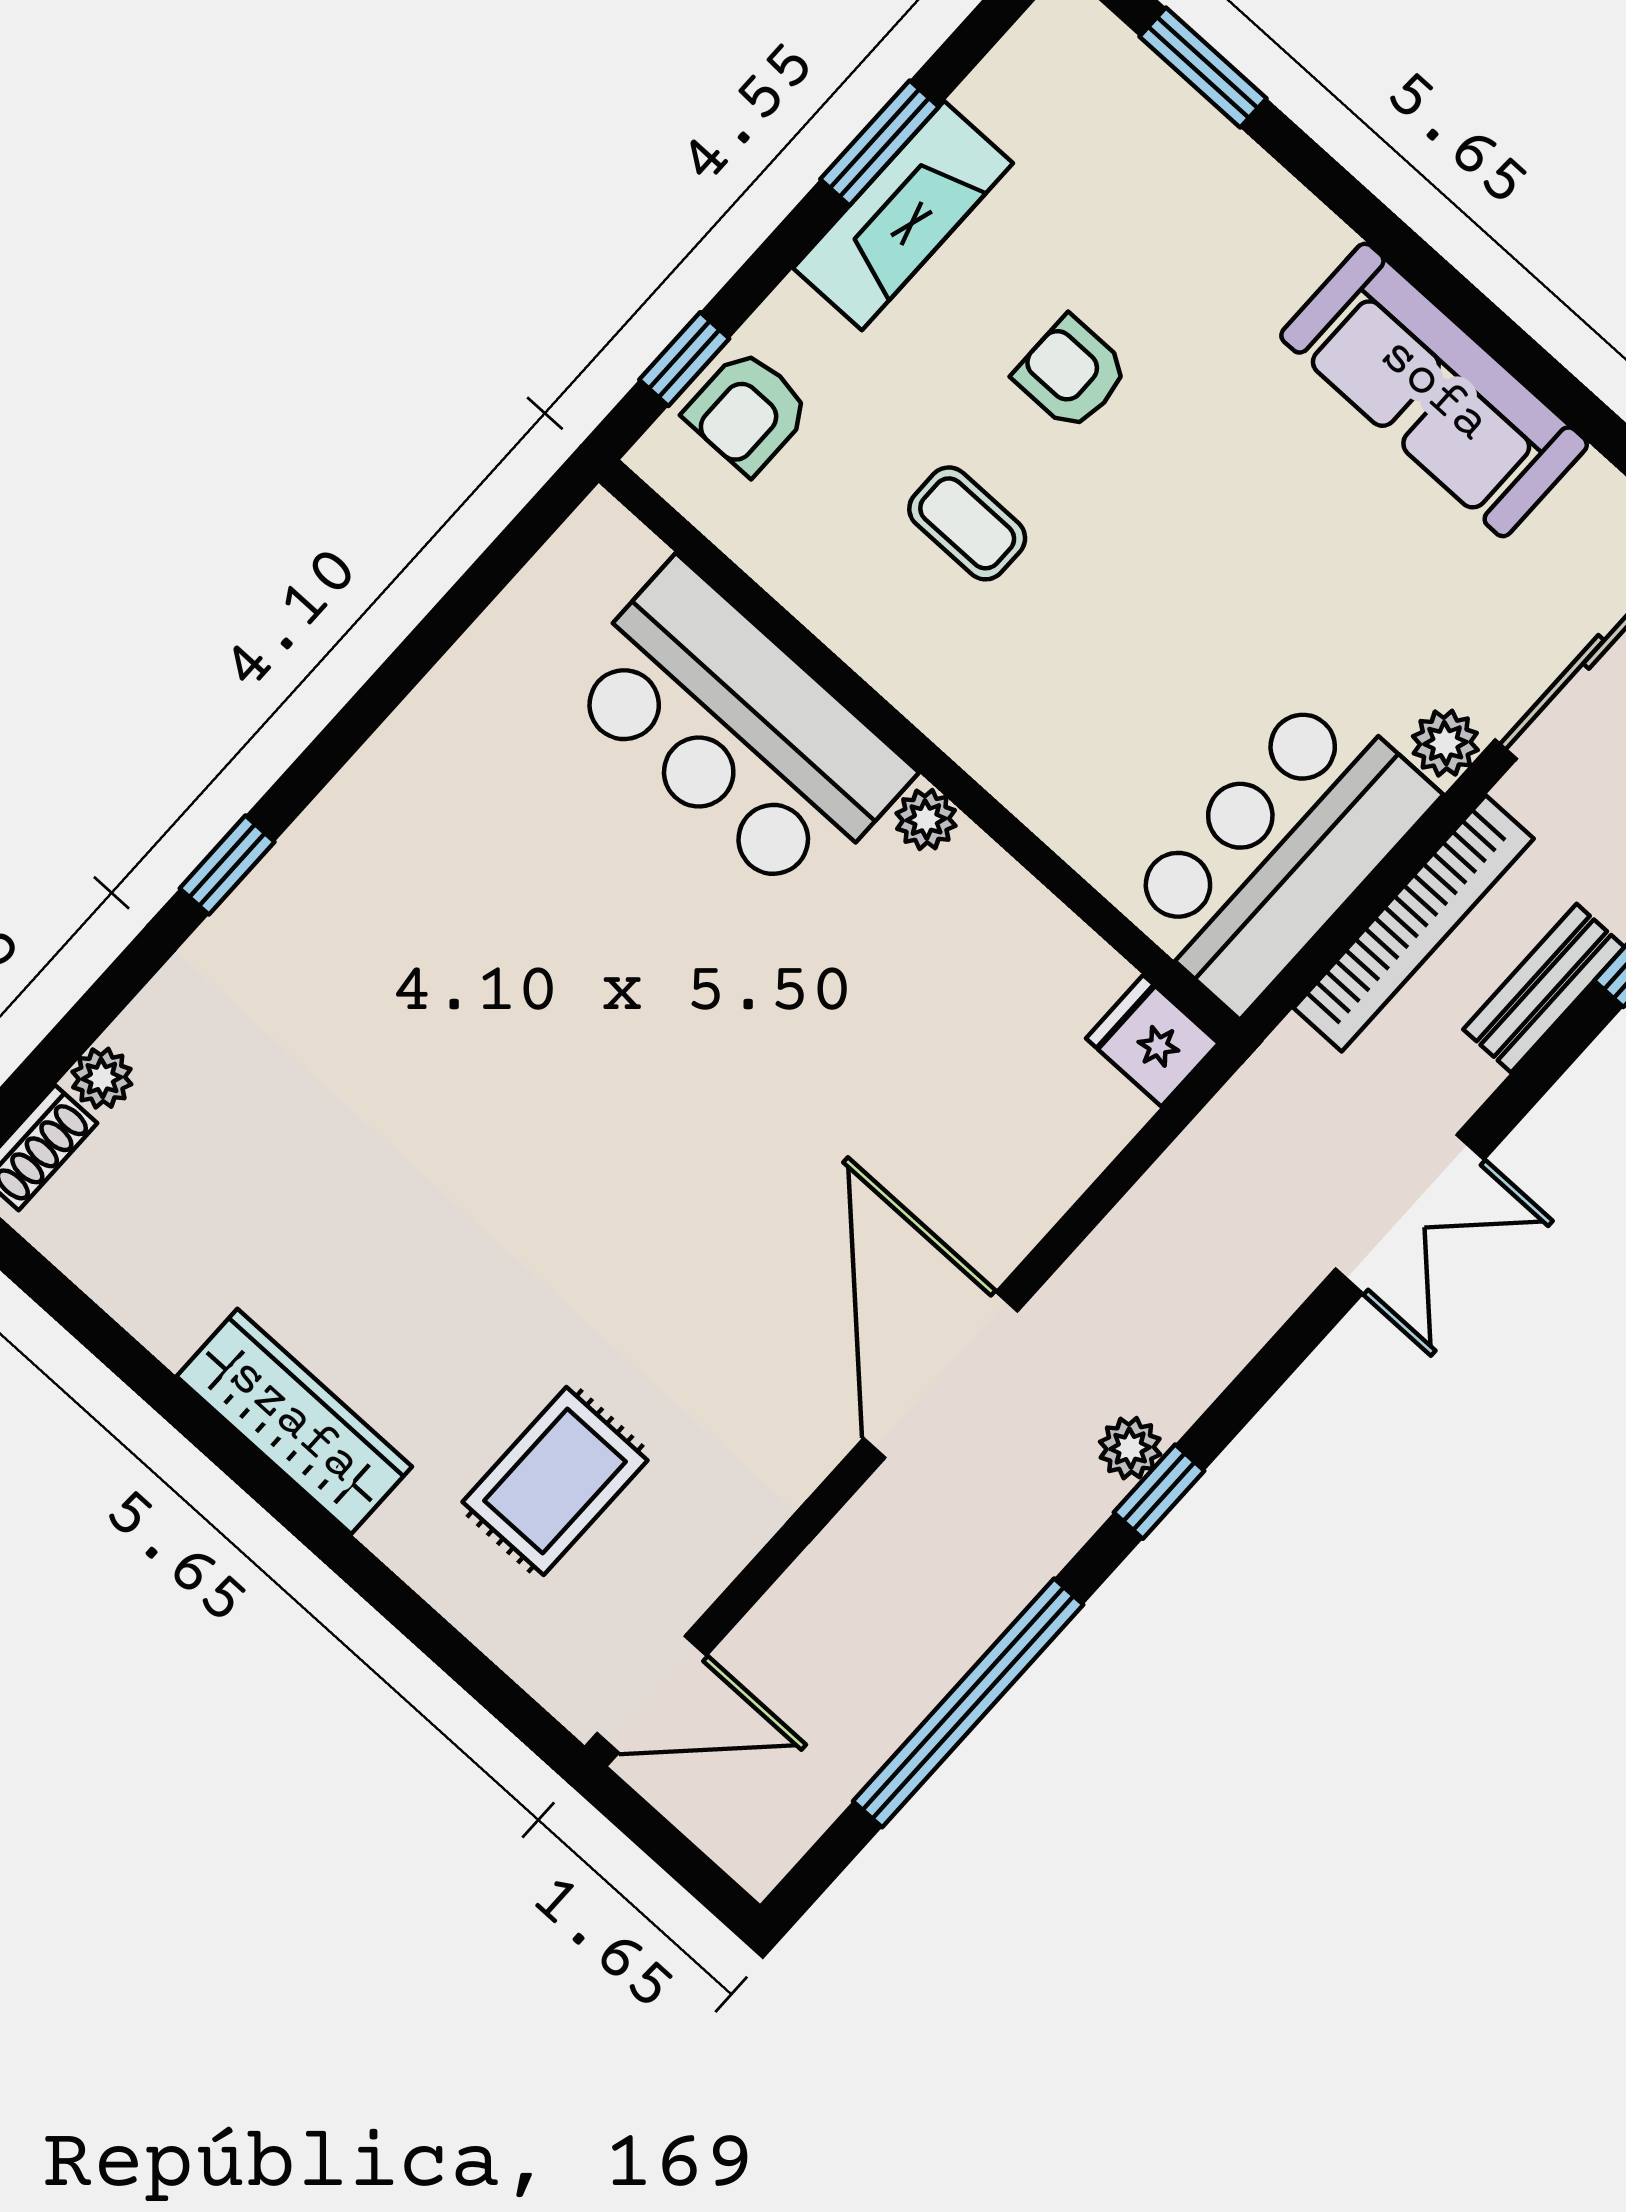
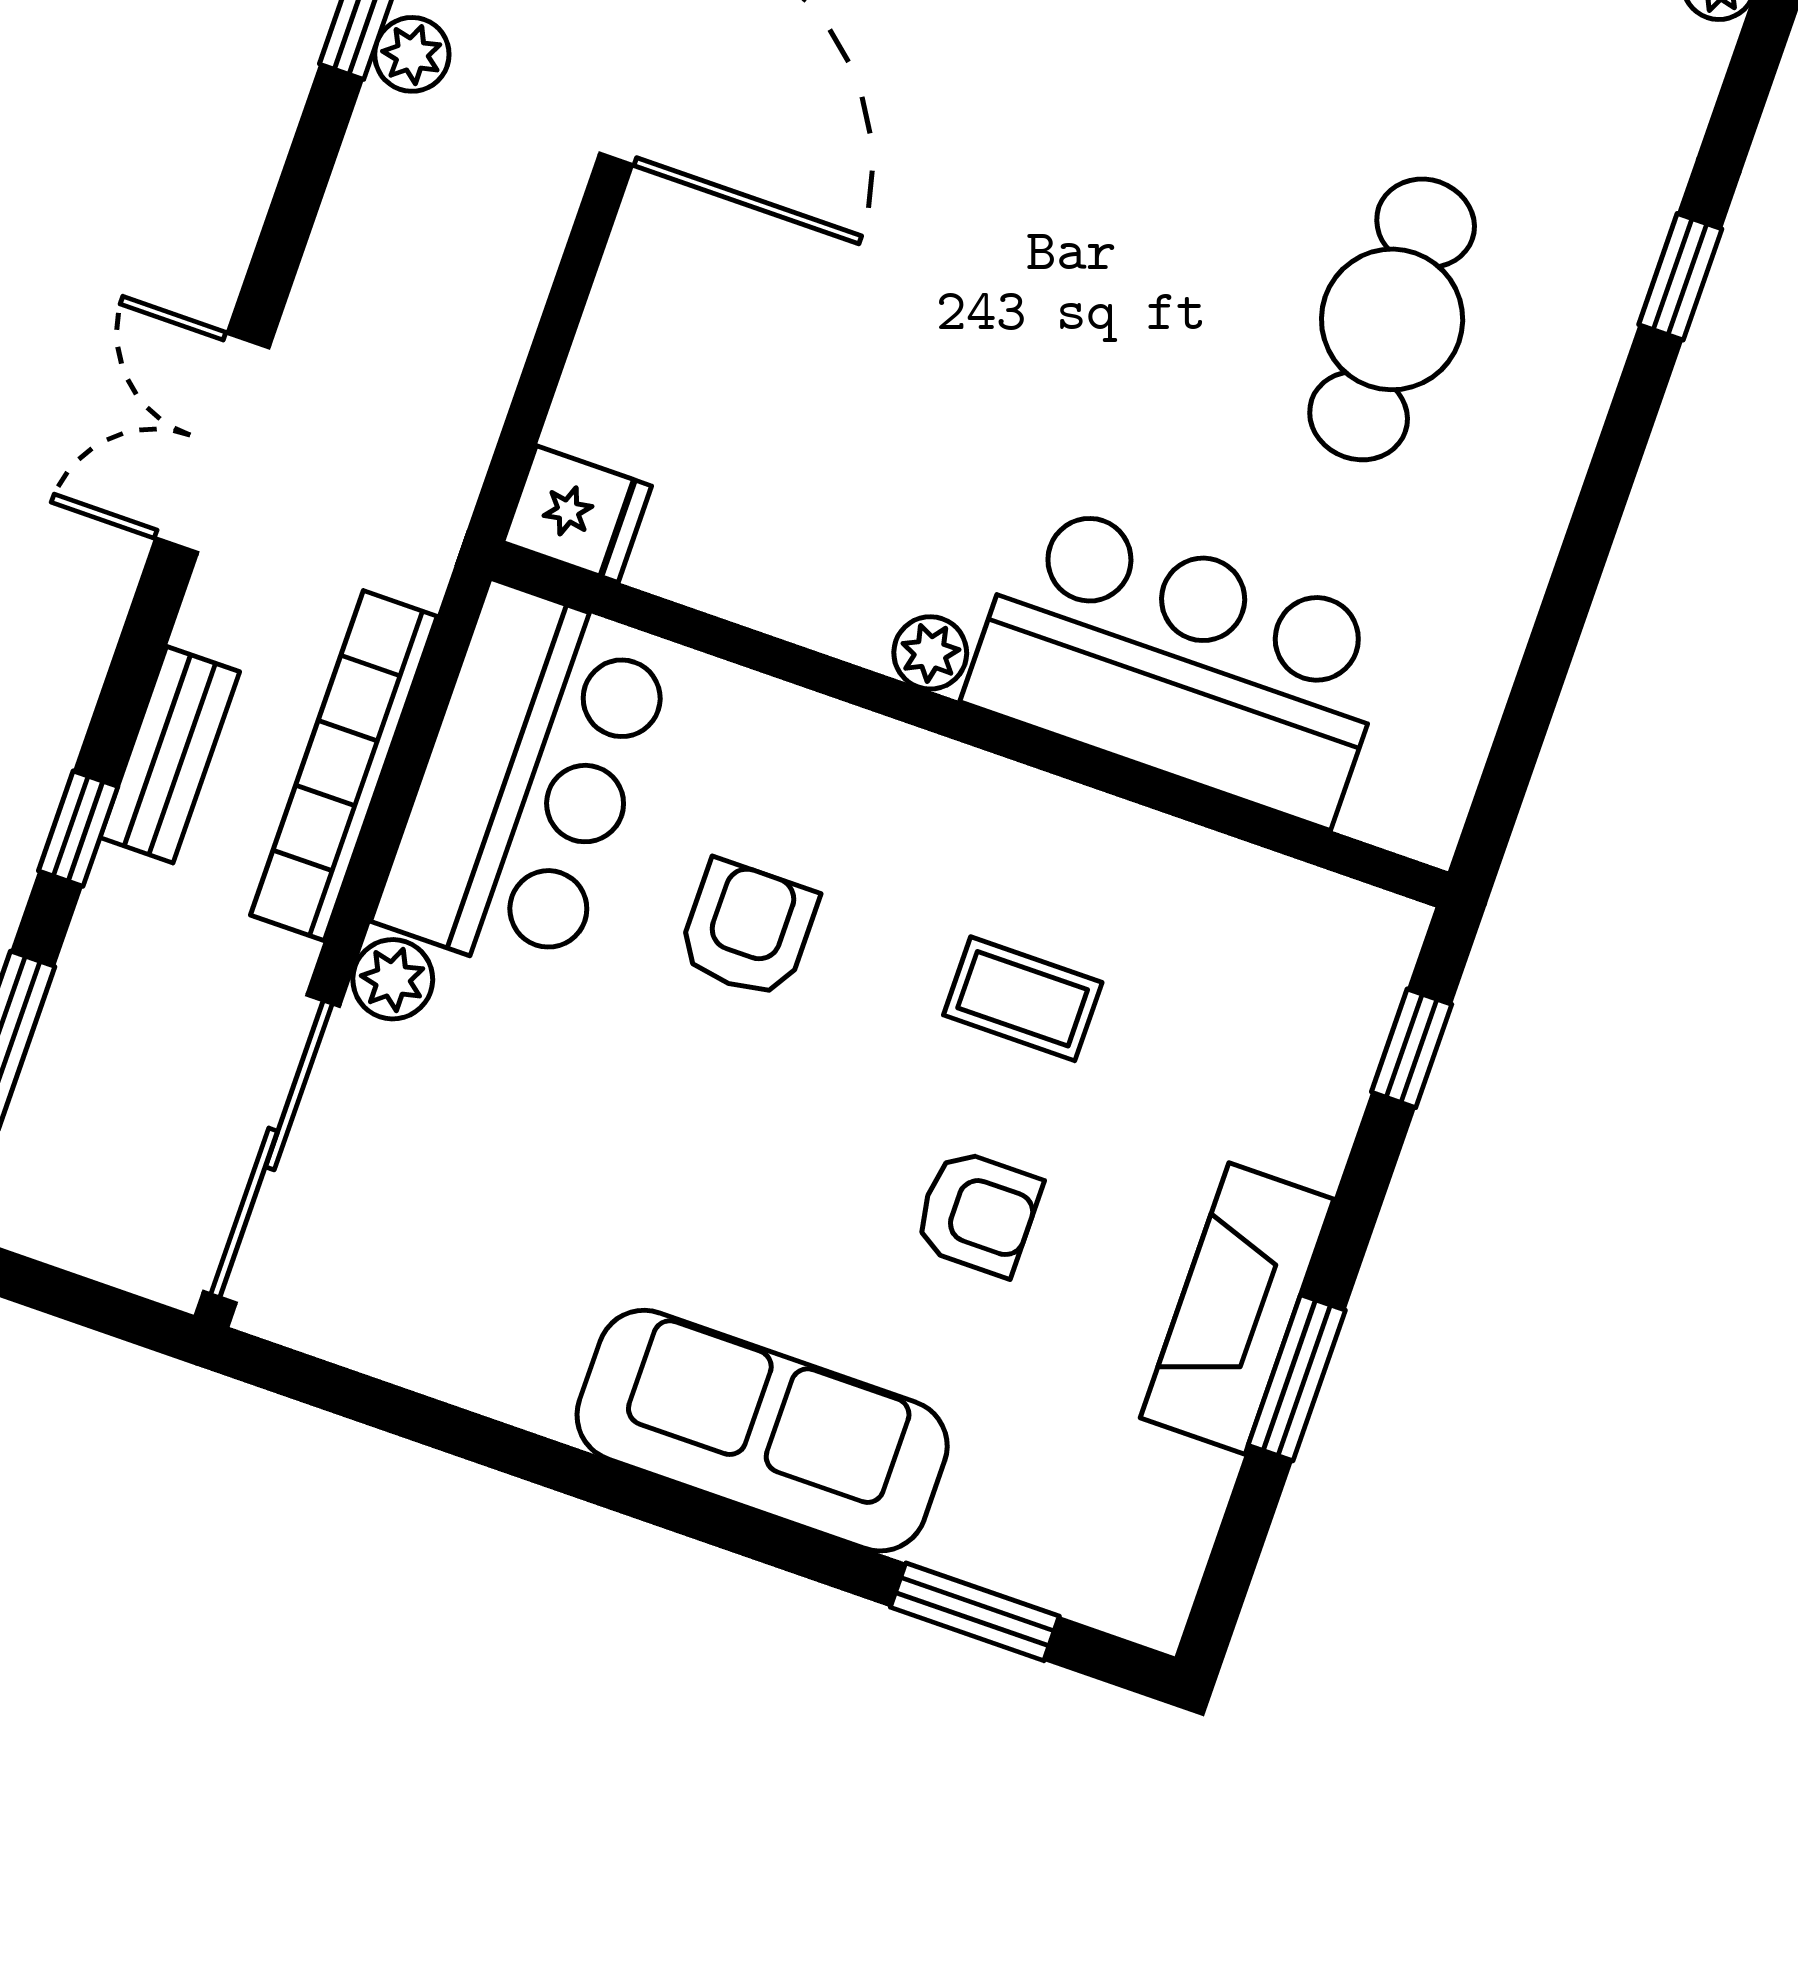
sofa: (1434, 390) -> (762, 1431), moved
armchair: (748, 412) -> (748, 929), moved
cafe table: (462, 926) -> (1392, 319), added

